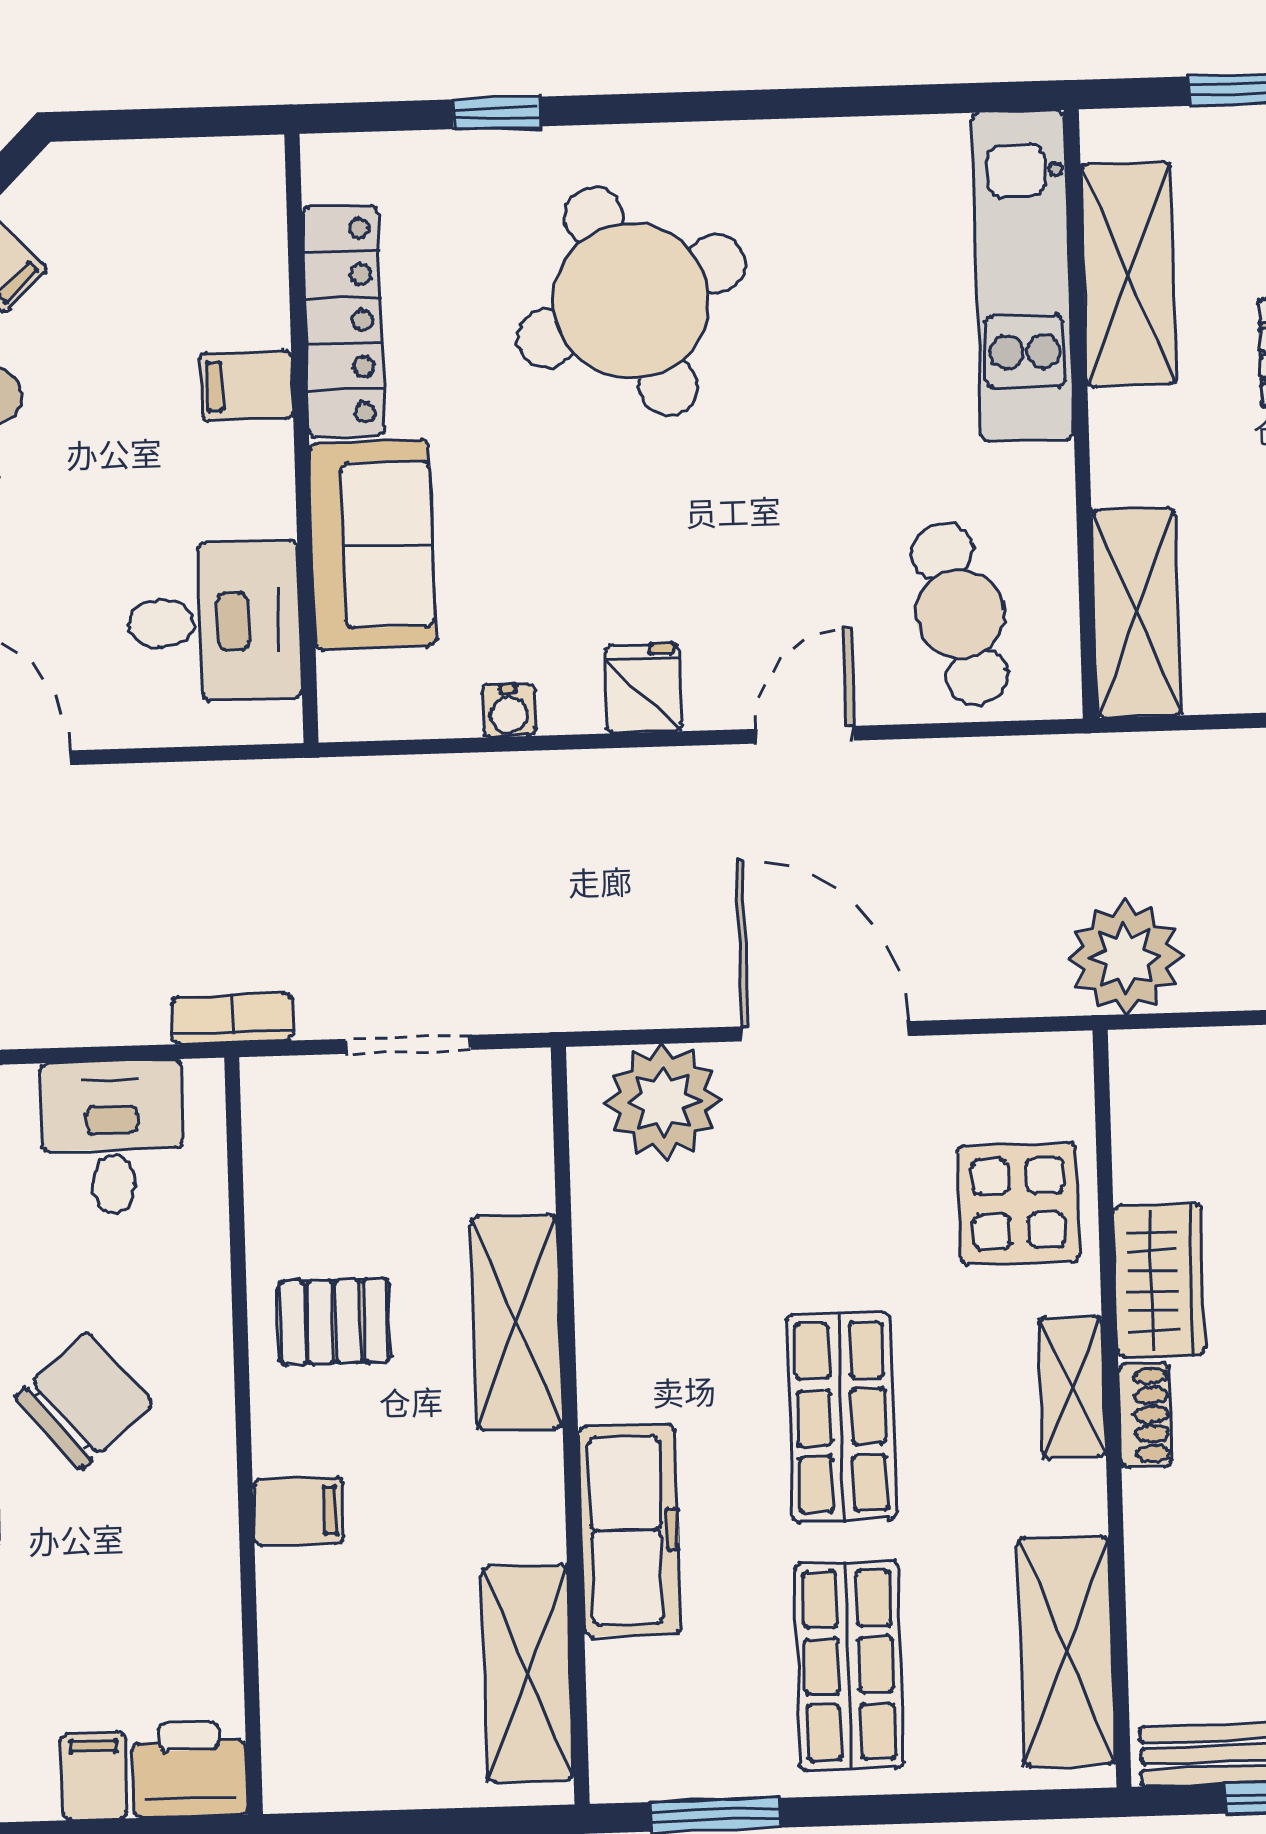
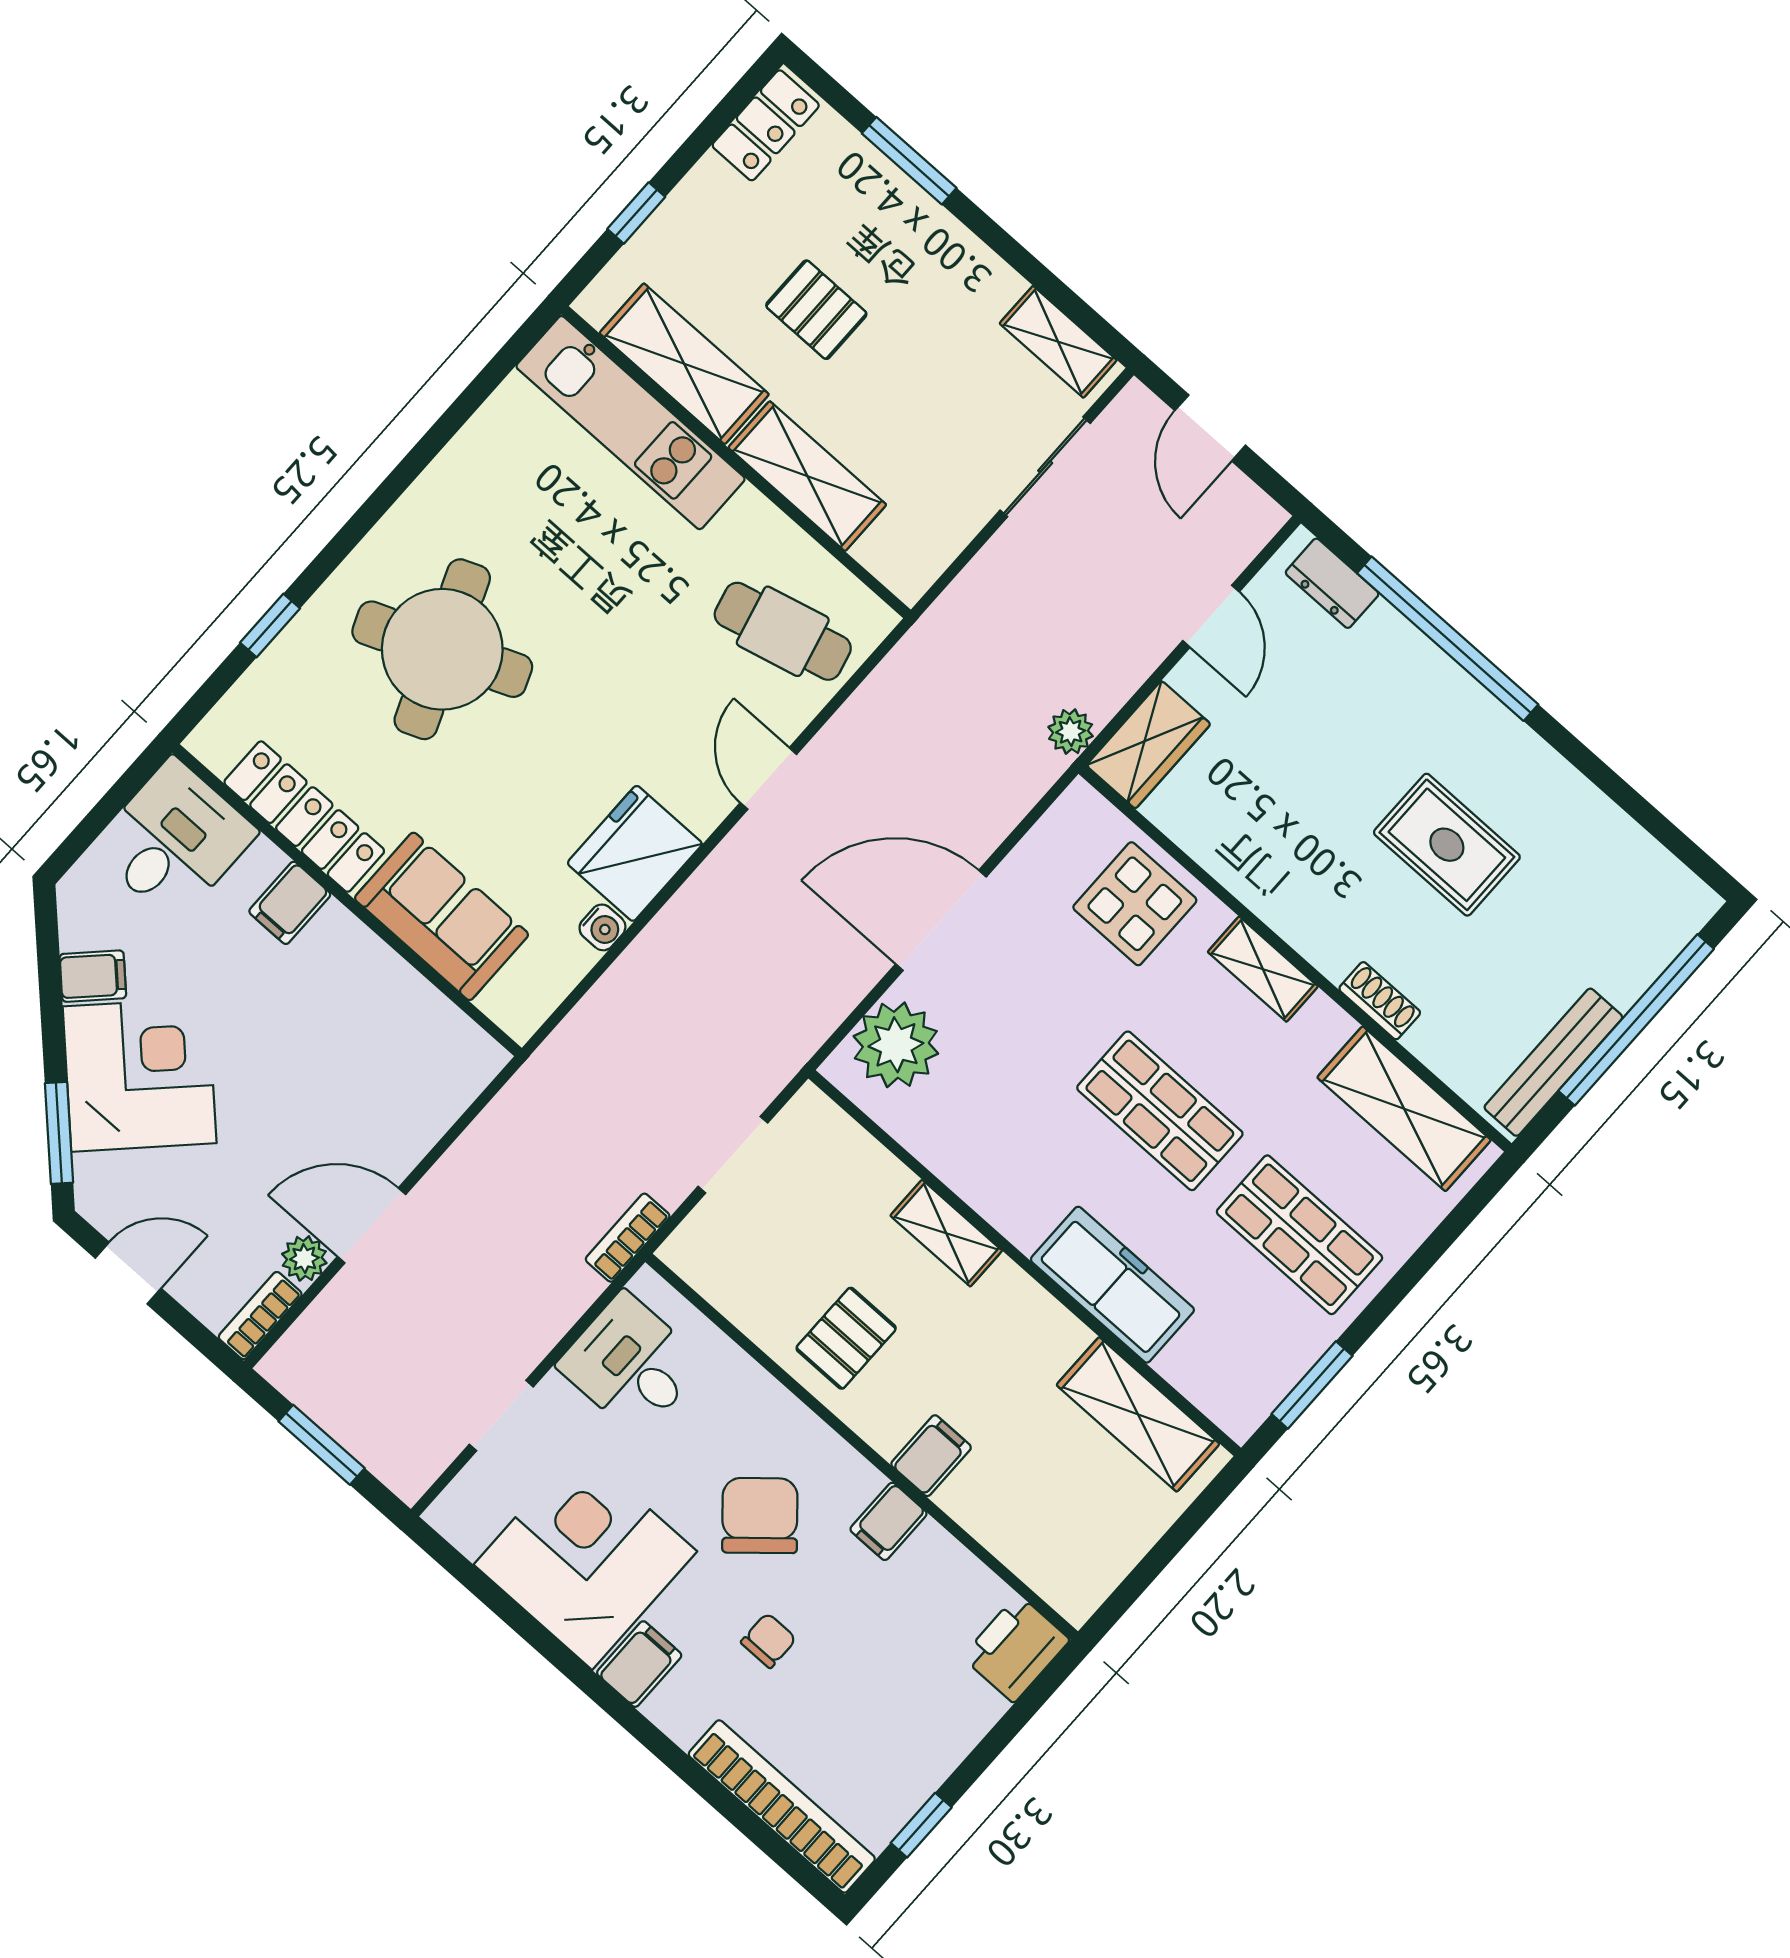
shelving: (1136, 613) -> (807, 476), moved
desk: (214, 622) -> (174, 840), moved
fridge: (643, 688) -> (635, 853), width x1.88, depth x1.34
plant: (1125, 957) -> (1071, 732), width x0.53, depth x0.53
wardrobe: (1159, 1280) -> (1148, 745), moved, turned 90
shelving: (517, 1323) -> (946, 1233), width x0.67, depth x0.75
shoe rack: (1145, 1415) -> (1380, 1001), moved
filing cabinet: (94, 1776) -> (889, 1521), moved, turned -90

